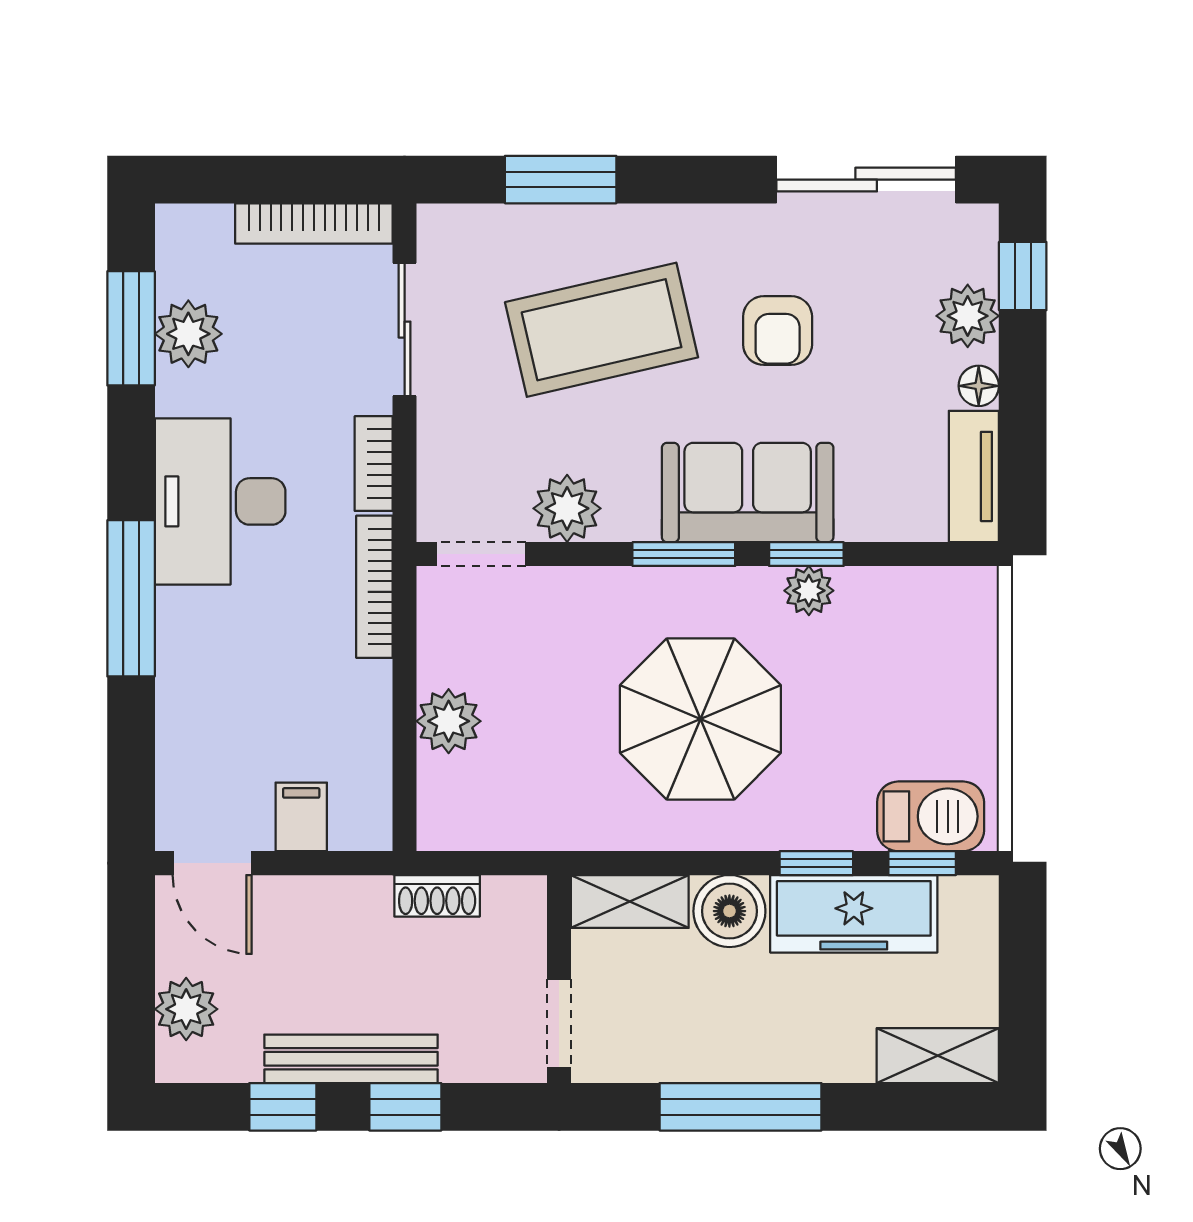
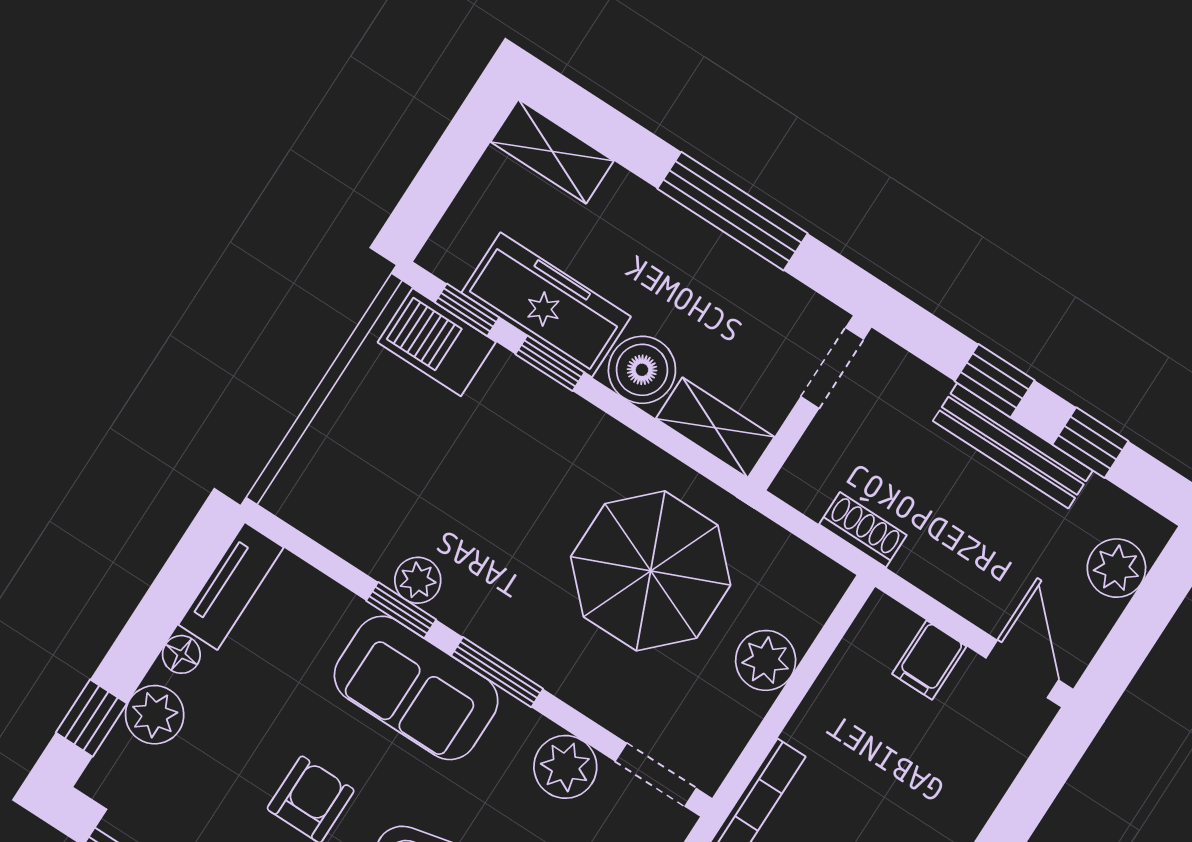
parasol: (700, 719) -> (651, 571), moved

